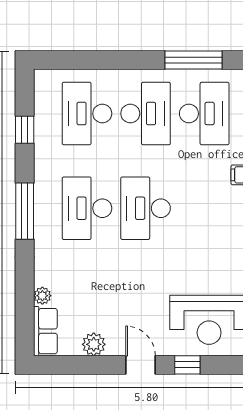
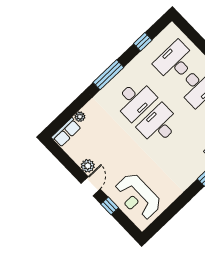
desk: (87, 208) -> (135, 100), turned 180
plant: (94, 344) -> (88, 166), moved

